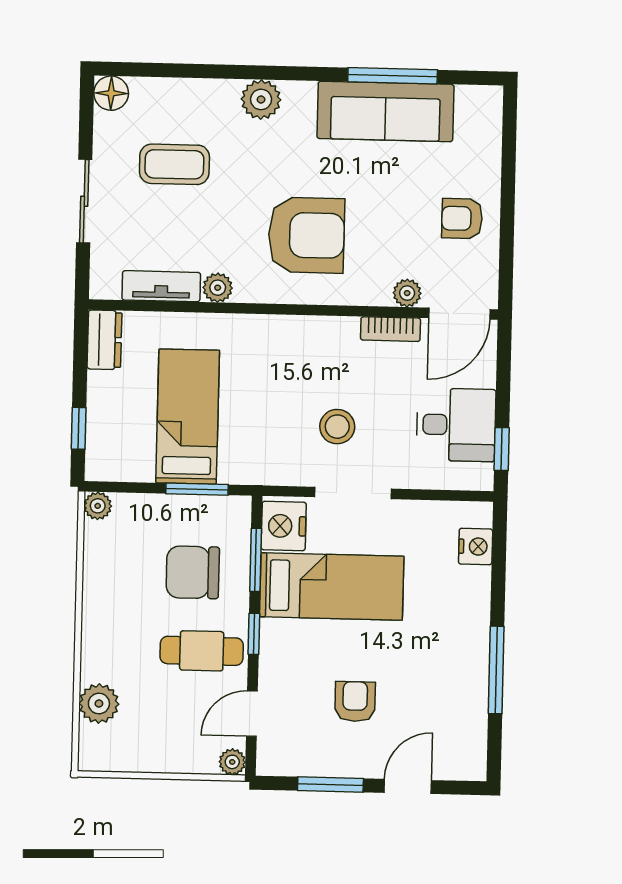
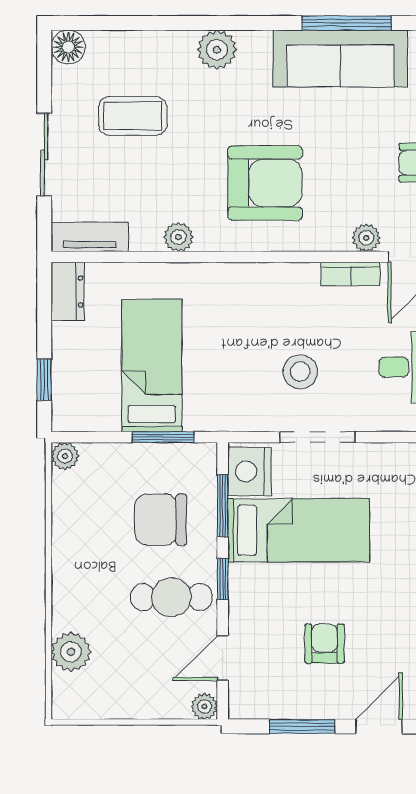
tv unit: (161, 286) -> (90, 237), moved

